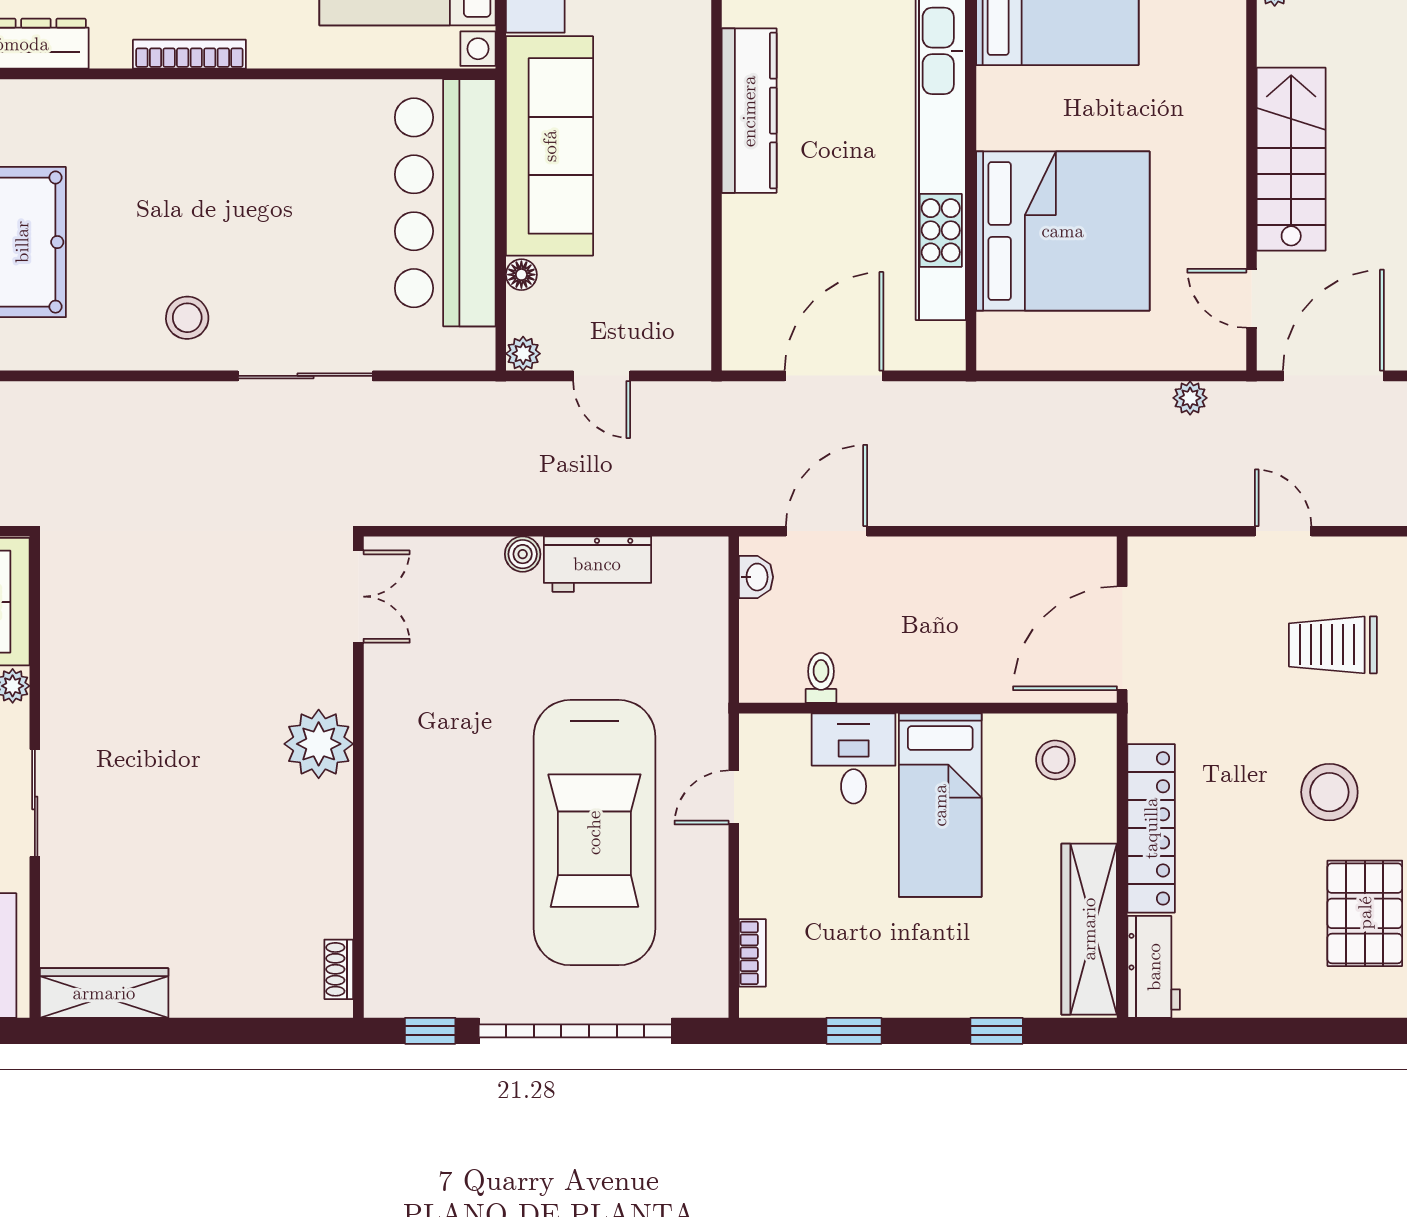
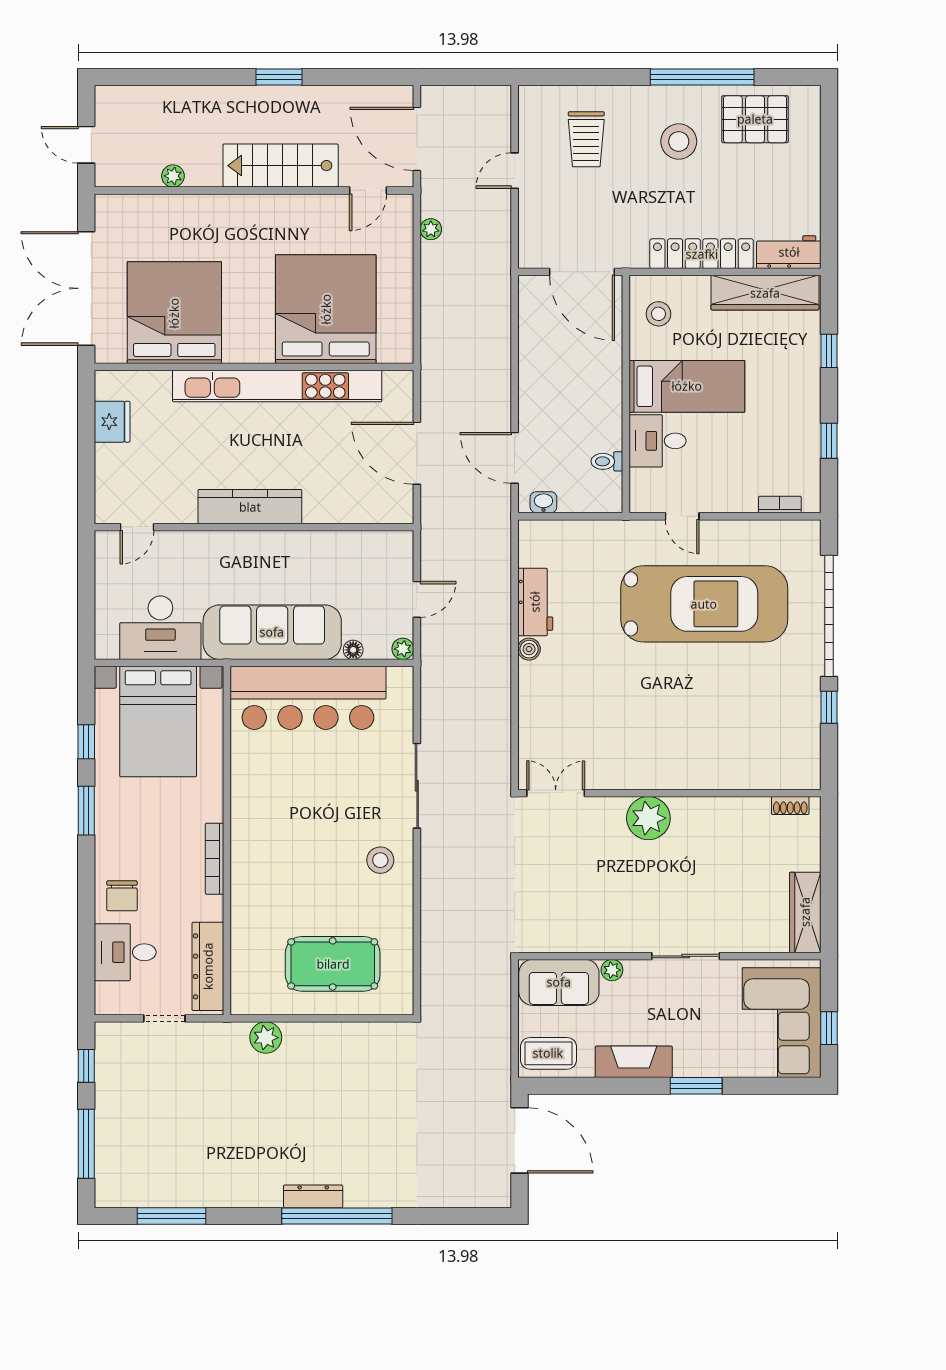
double door: (358, 597) -> (556, 793), moved
plant: (319, 744) -> (648, 818), moved
wall: (358, 777) -> (669, 793), moved
shoe rack: (339, 969) -> (790, 805), moved

